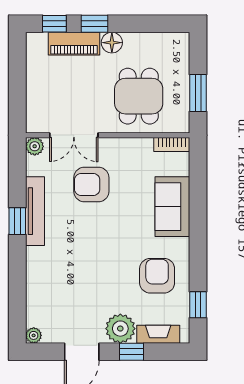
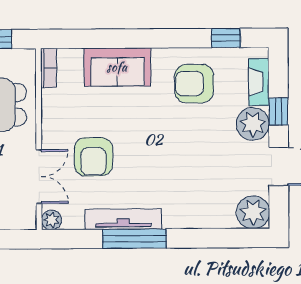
window: (17, 221) -> (134, 239), width x2.17
plant: (34, 335) -> (253, 212), width x1.88, depth x1.88

